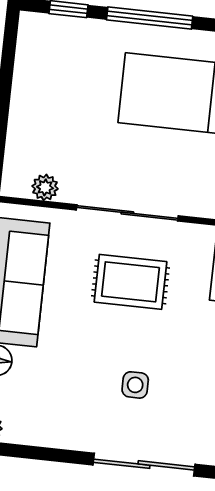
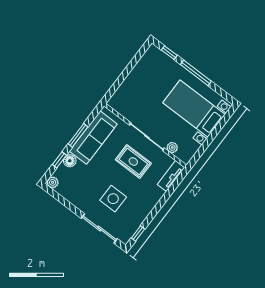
plant: (45, 187) -> (172, 148), moved
side table: (135, 385) -> (113, 199), width x1.87, depth x1.87

